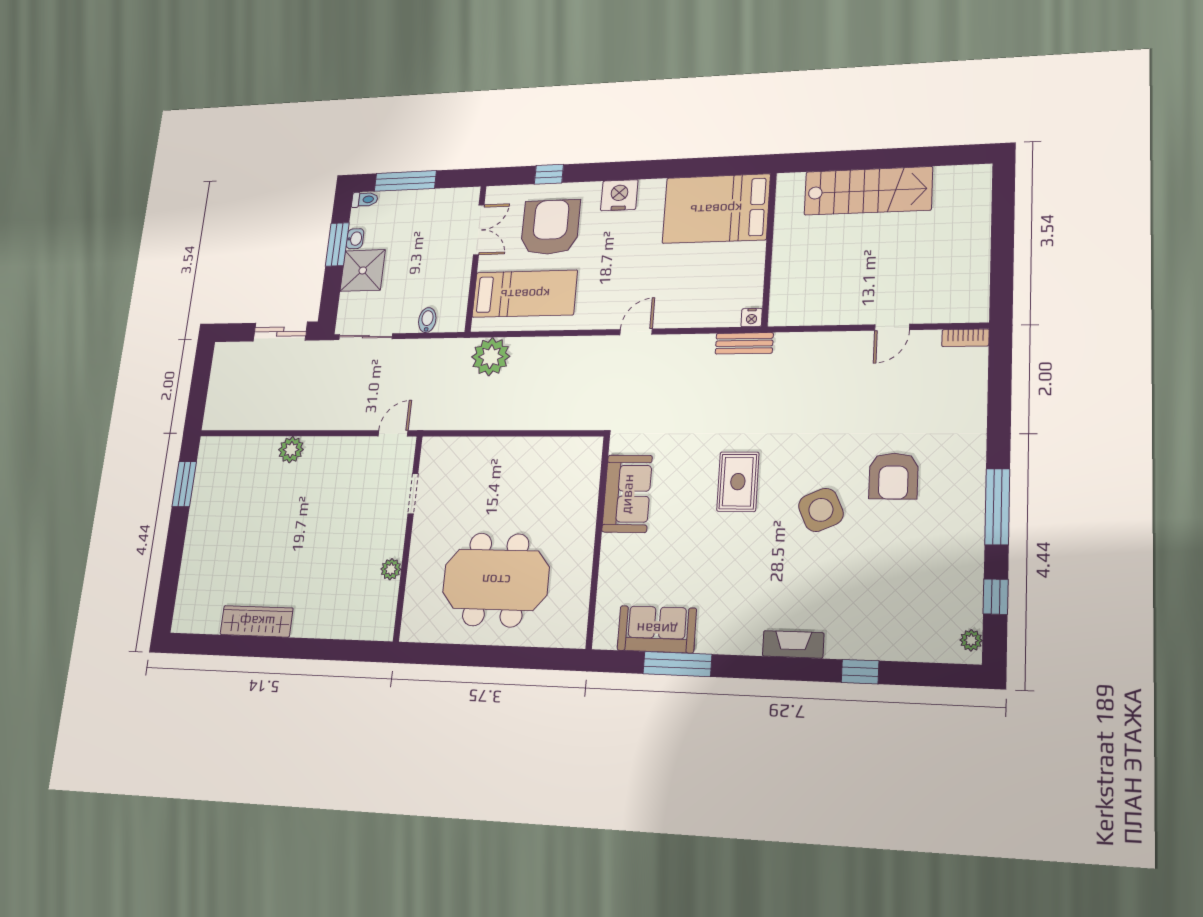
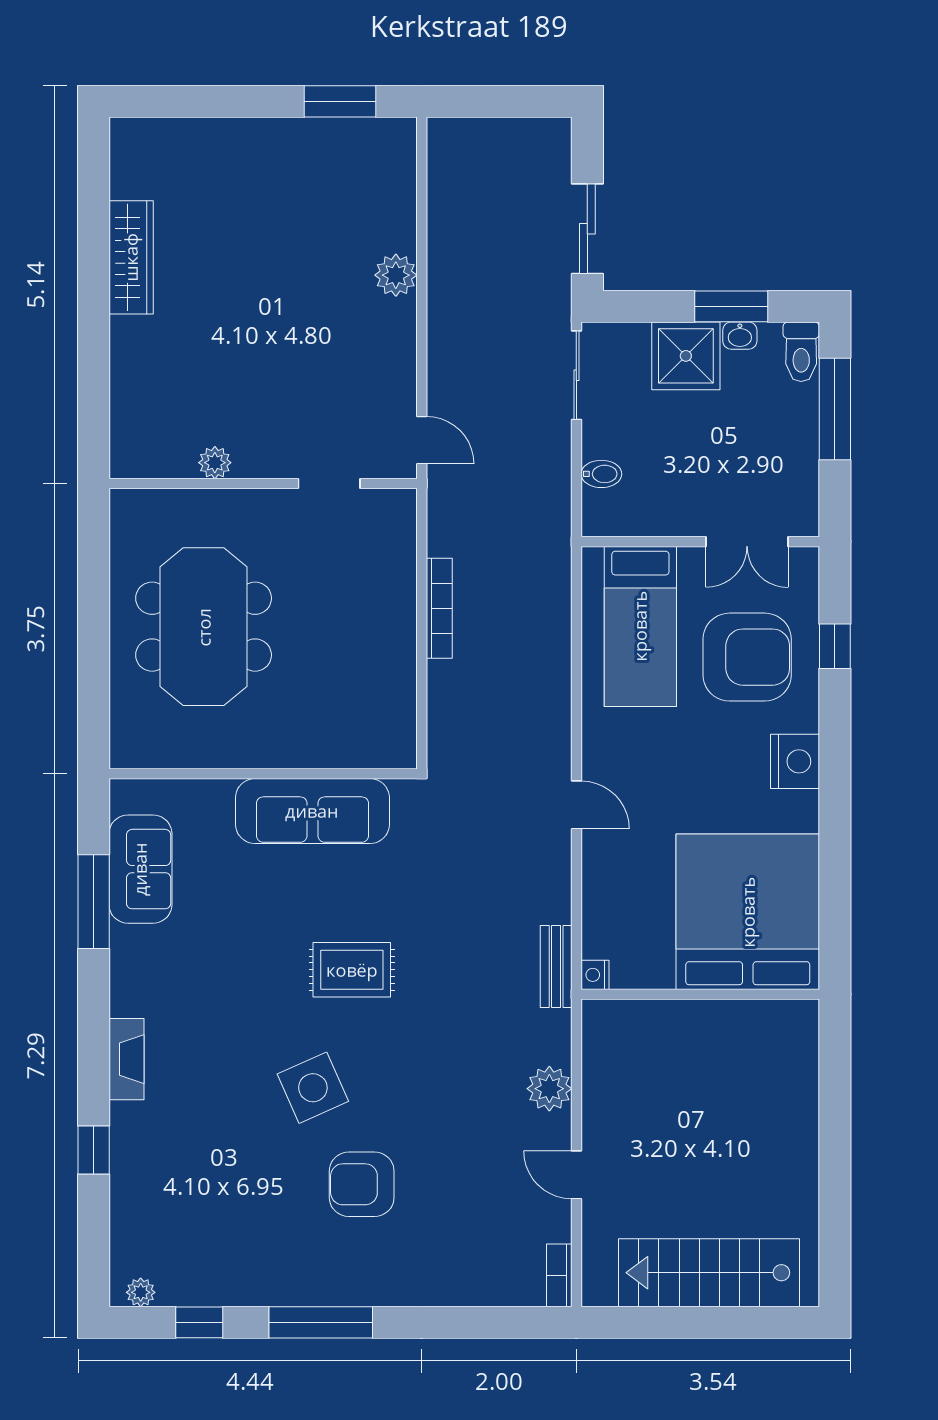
stairs: (868, 191) -> (709, 1273), moved, turned 90
toilet: (365, 200) -> (801, 352), width x1.37, depth x1.39
bed: (716, 209) -> (748, 912), width x1.36
plant: (491, 357) -> (549, 1089), moved, width x0.73, depth x0.73
bookcase: (500, 422) -> (439, 608), added
sofa: (627, 494) -> (312, 811), width x1.36

